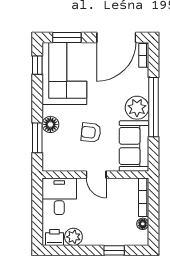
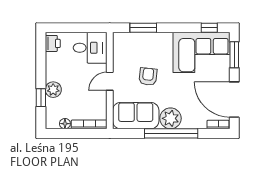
floor lamp: (50, 124) -> (155, 40), removed
plant: (73, 237) -> (53, 90), moved

